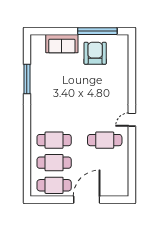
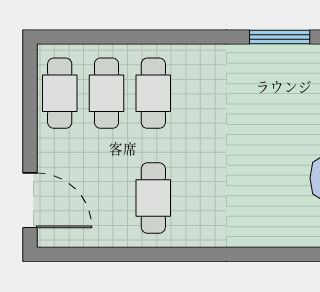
door: (132, 120) -> (196, 254), removed
door: (87, 200) -> (30, 200), moved

